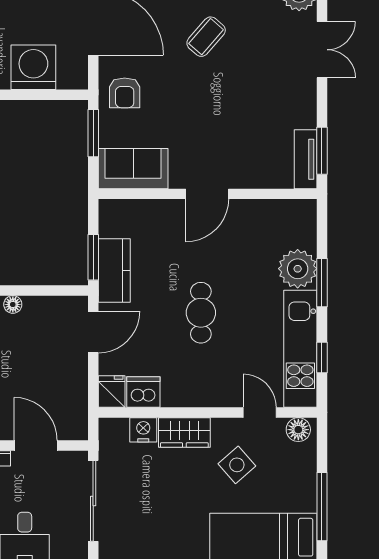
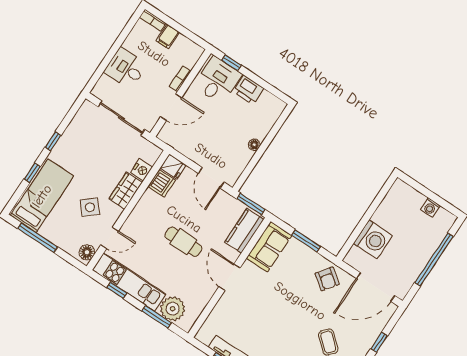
armchair: (125, 93) -> (327, 279), turned -144
window: (93, 133) -> (306, 241), moved
sofa: (133, 169) -> (269, 247), moved
door: (207, 194) -> (230, 277), moved
wall: (208, 194) -> (229, 277), moved
kitchen counter: (114, 270) -> (244, 231), moved, turned 90

